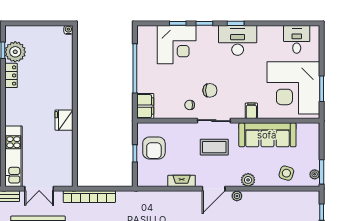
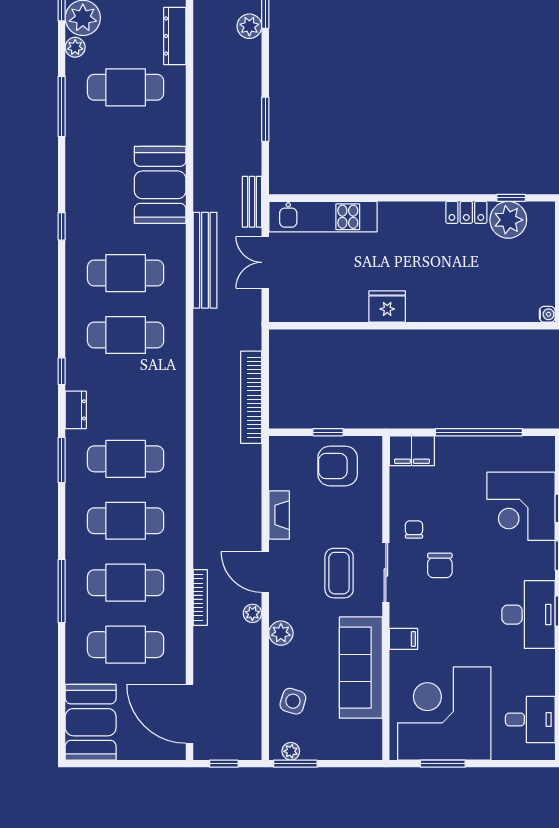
bookcase: (89, 197) -> (251, 397), moved

